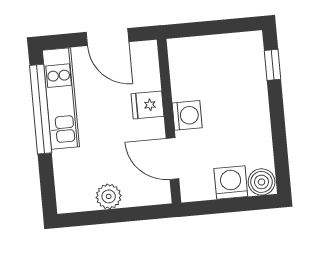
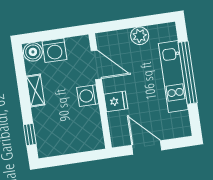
kitchen unit: (61, 98) -> (173, 77), moved
window: (41, 109) -> (188, 73), moved
shelving: (261, 127) -> (35, 91), added

